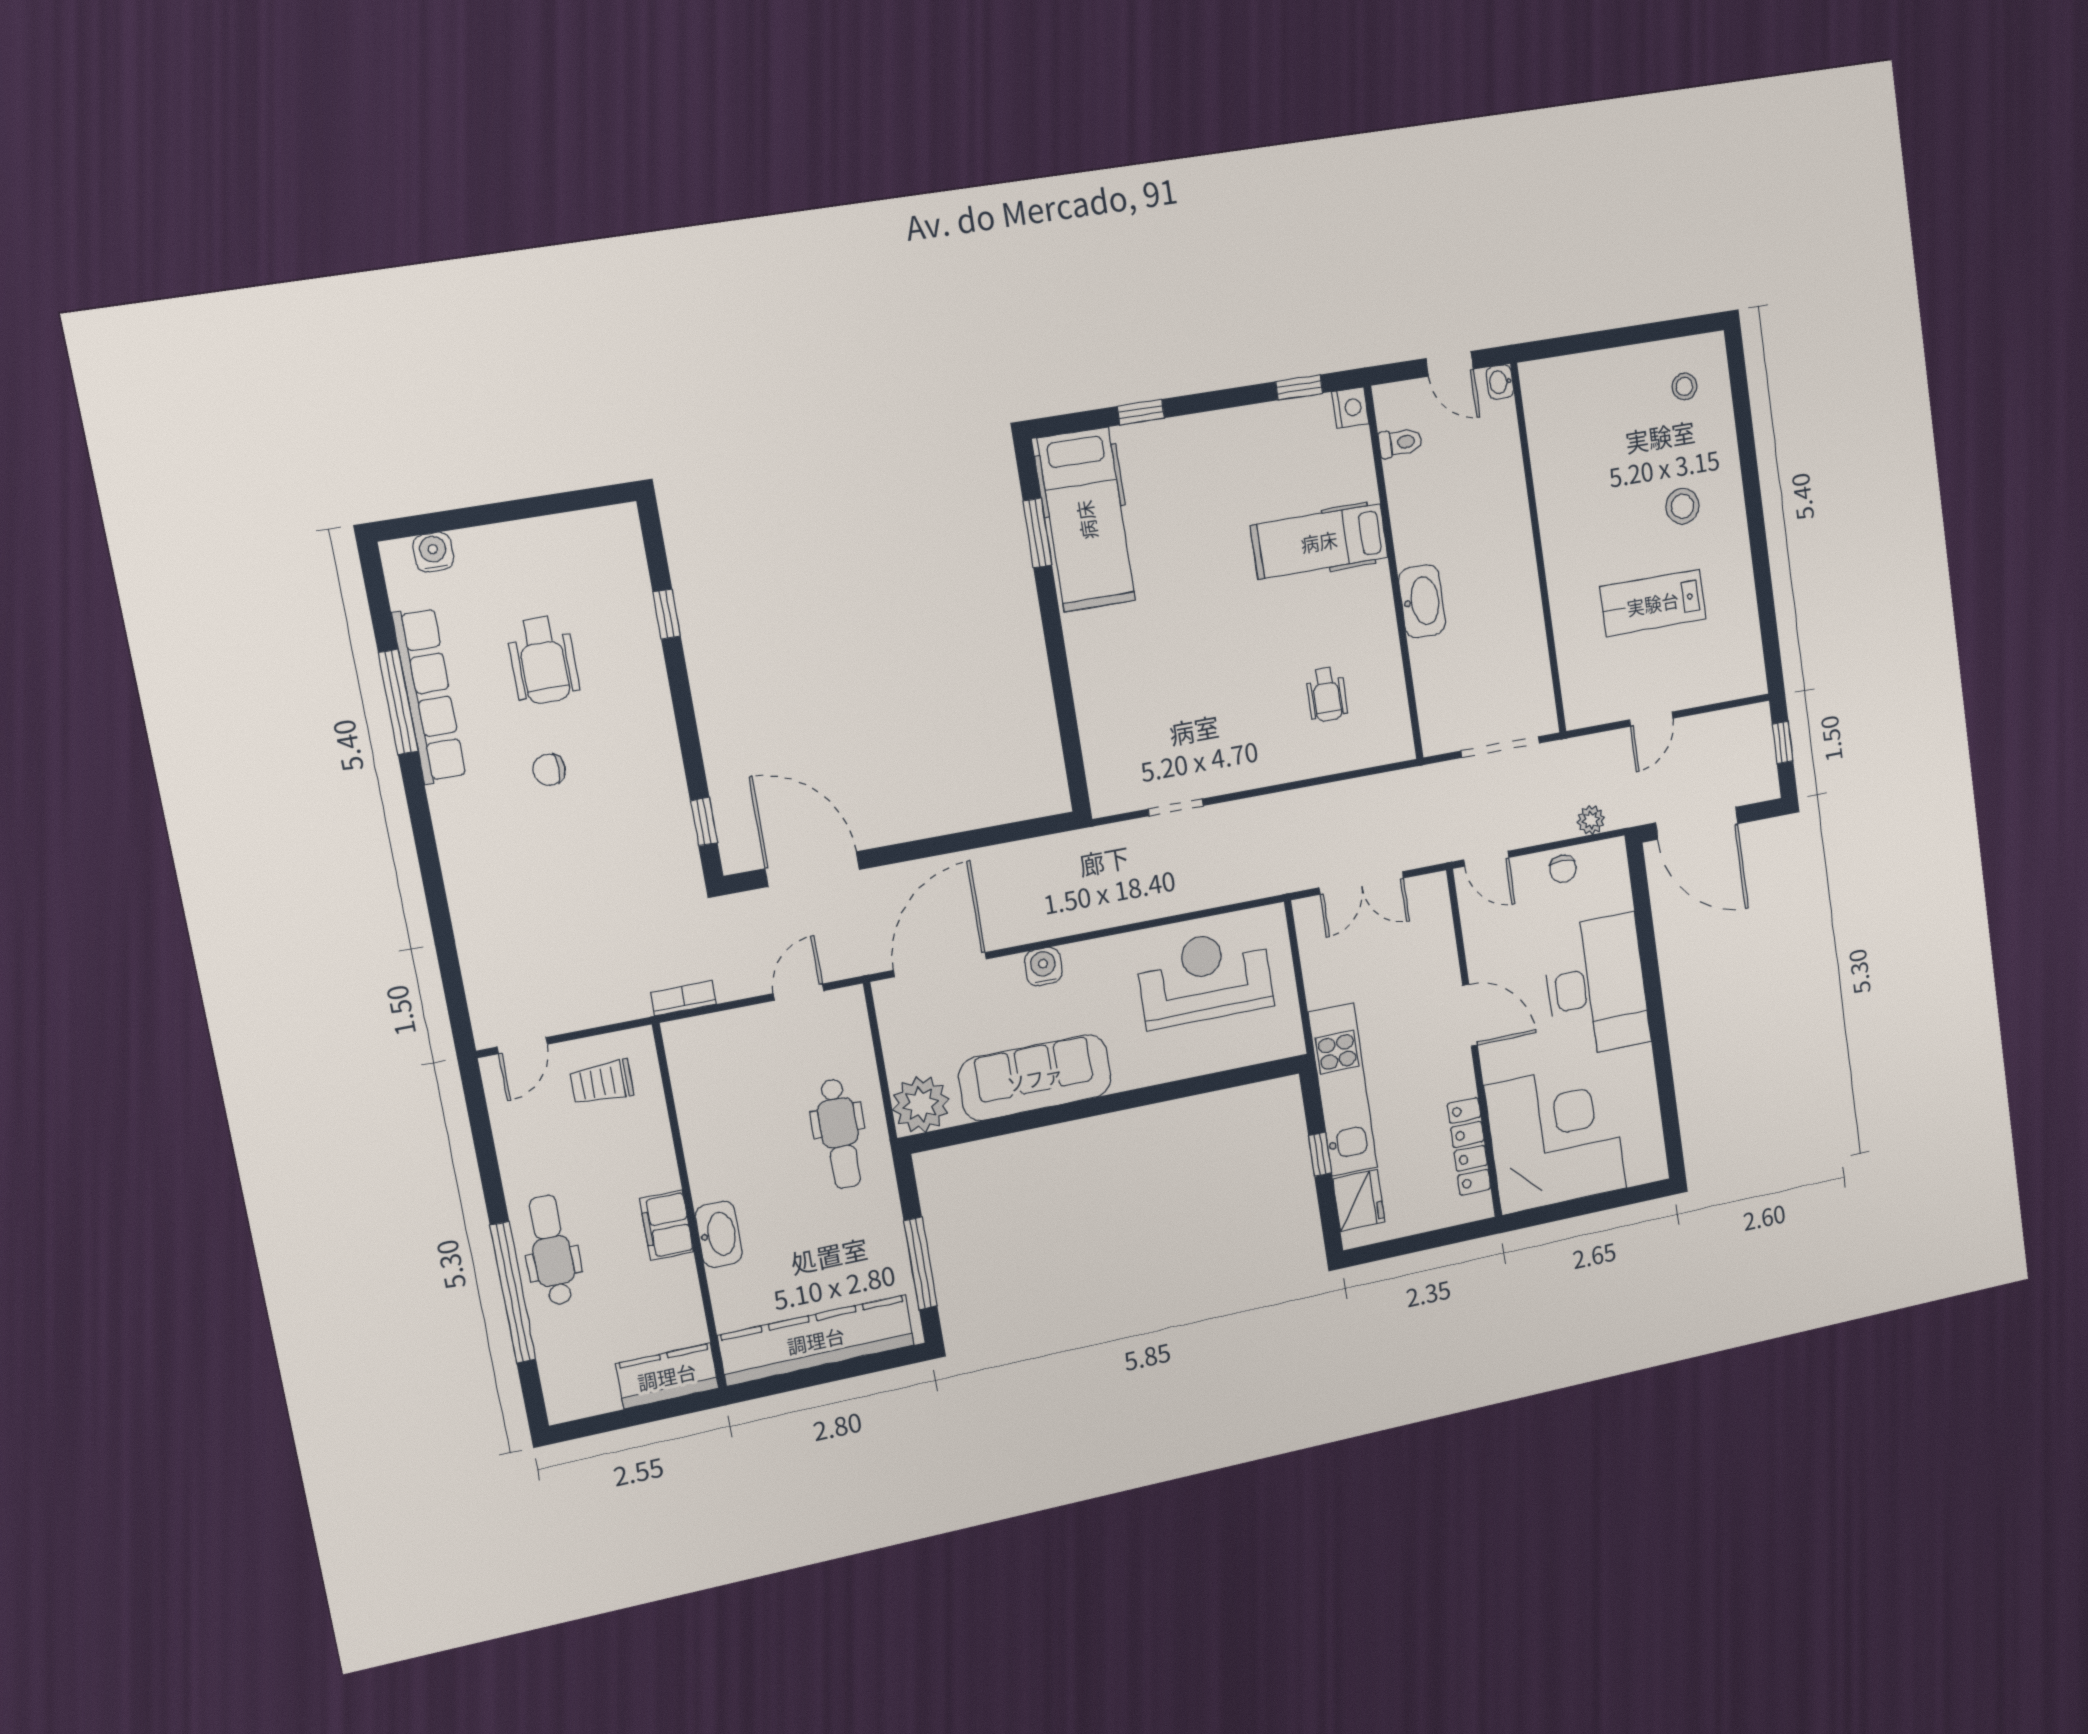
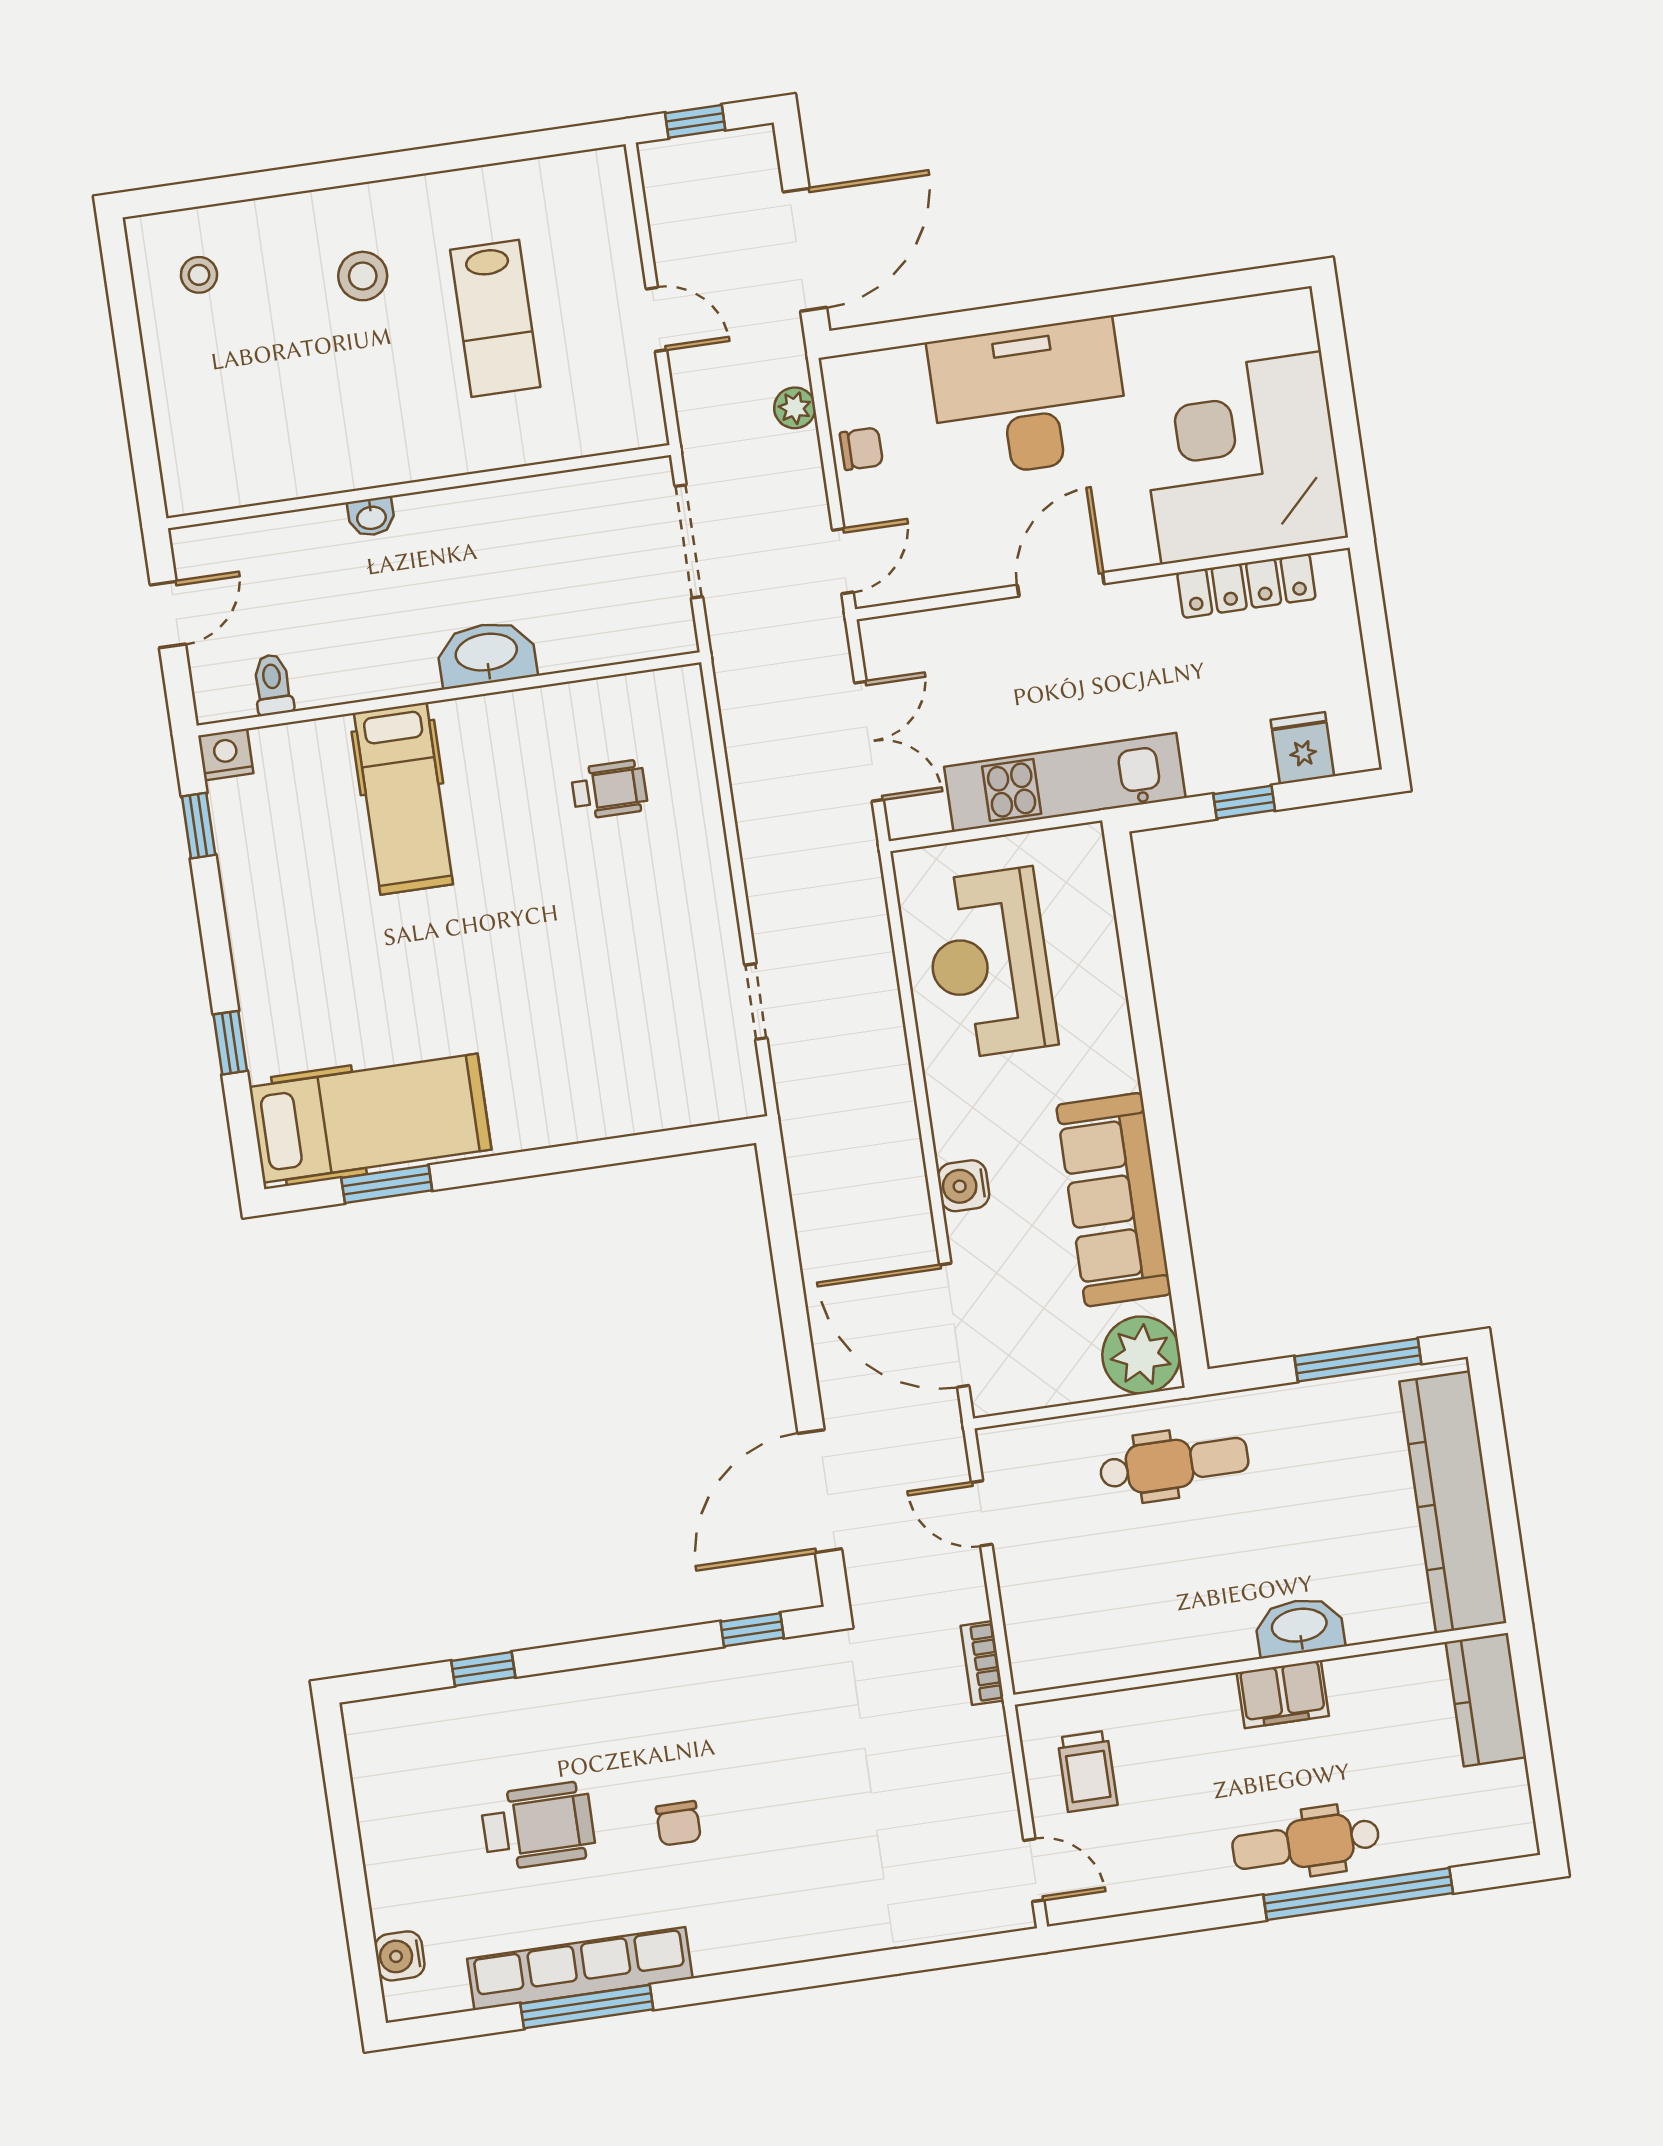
washbasin: (1500, 382) -> (371, 517), moved
kitchen unit: (1343, 1090) -> (1065, 782), moved
fridge: (1359, 1200) -> (1302, 748), width x0.72

